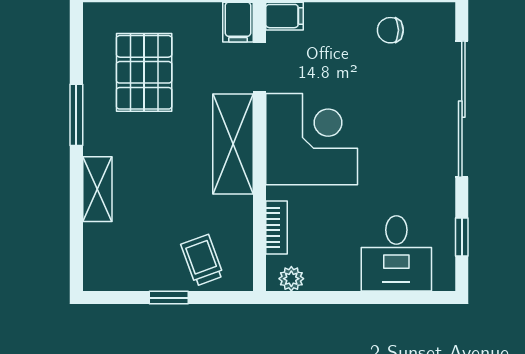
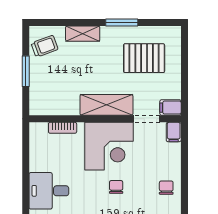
chair: (389, 125) -> (116, 187), added
trolley: (202, 260) -> (45, 46), moved
plant: (291, 279) -> (36, 136), removed
window: (169, 298) -> (26, 71), width x1.50

